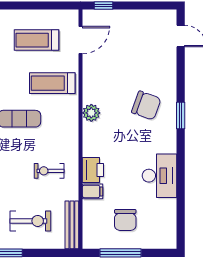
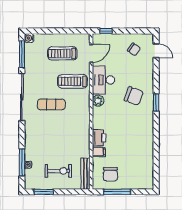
chair: (147, 34) -> (134, 49), added
exercise bike: (49, 171) -> (71, 138), removed
desk: (159, 176) -> (103, 80), moved, turned 180
chair: (125, 220) -> (110, 174), moved

